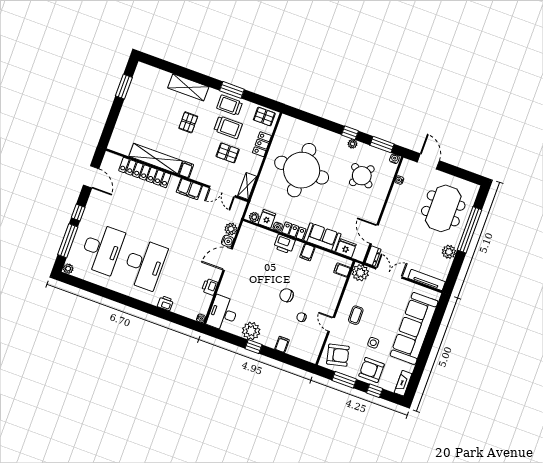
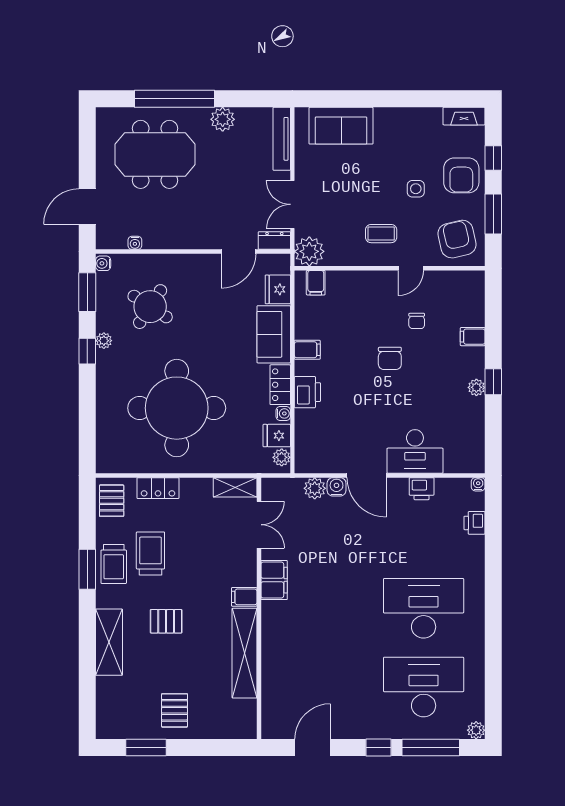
pallet: (228, 153) -> (175, 710), moved
locker: (145, 172) -> (274, 662), removed
printer: (165, 303) -> (475, 523), moved
desk: (223, 313) -> (415, 451), moved
sofa: (414, 328) -> (341, 126), width x0.54, depth x0.79
plant: (251, 331) -> (476, 387), width x0.53, depth x0.53

